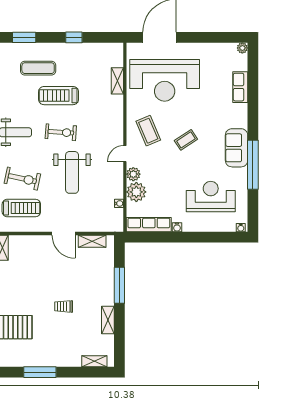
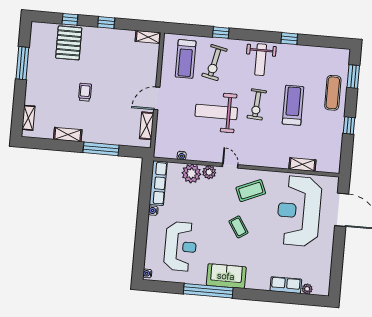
plant: (242, 48) -> (307, 289), moved
exercise mat: (38, 68) -> (333, 93), moved

